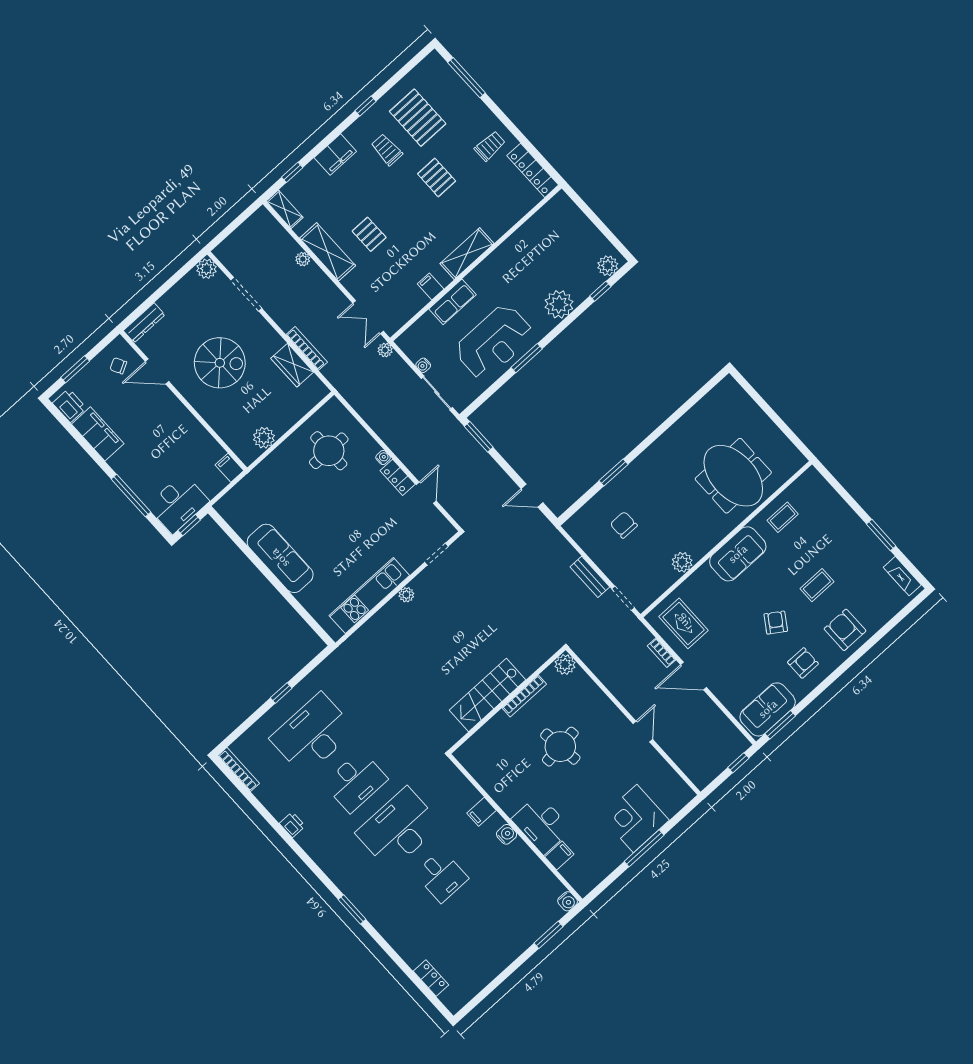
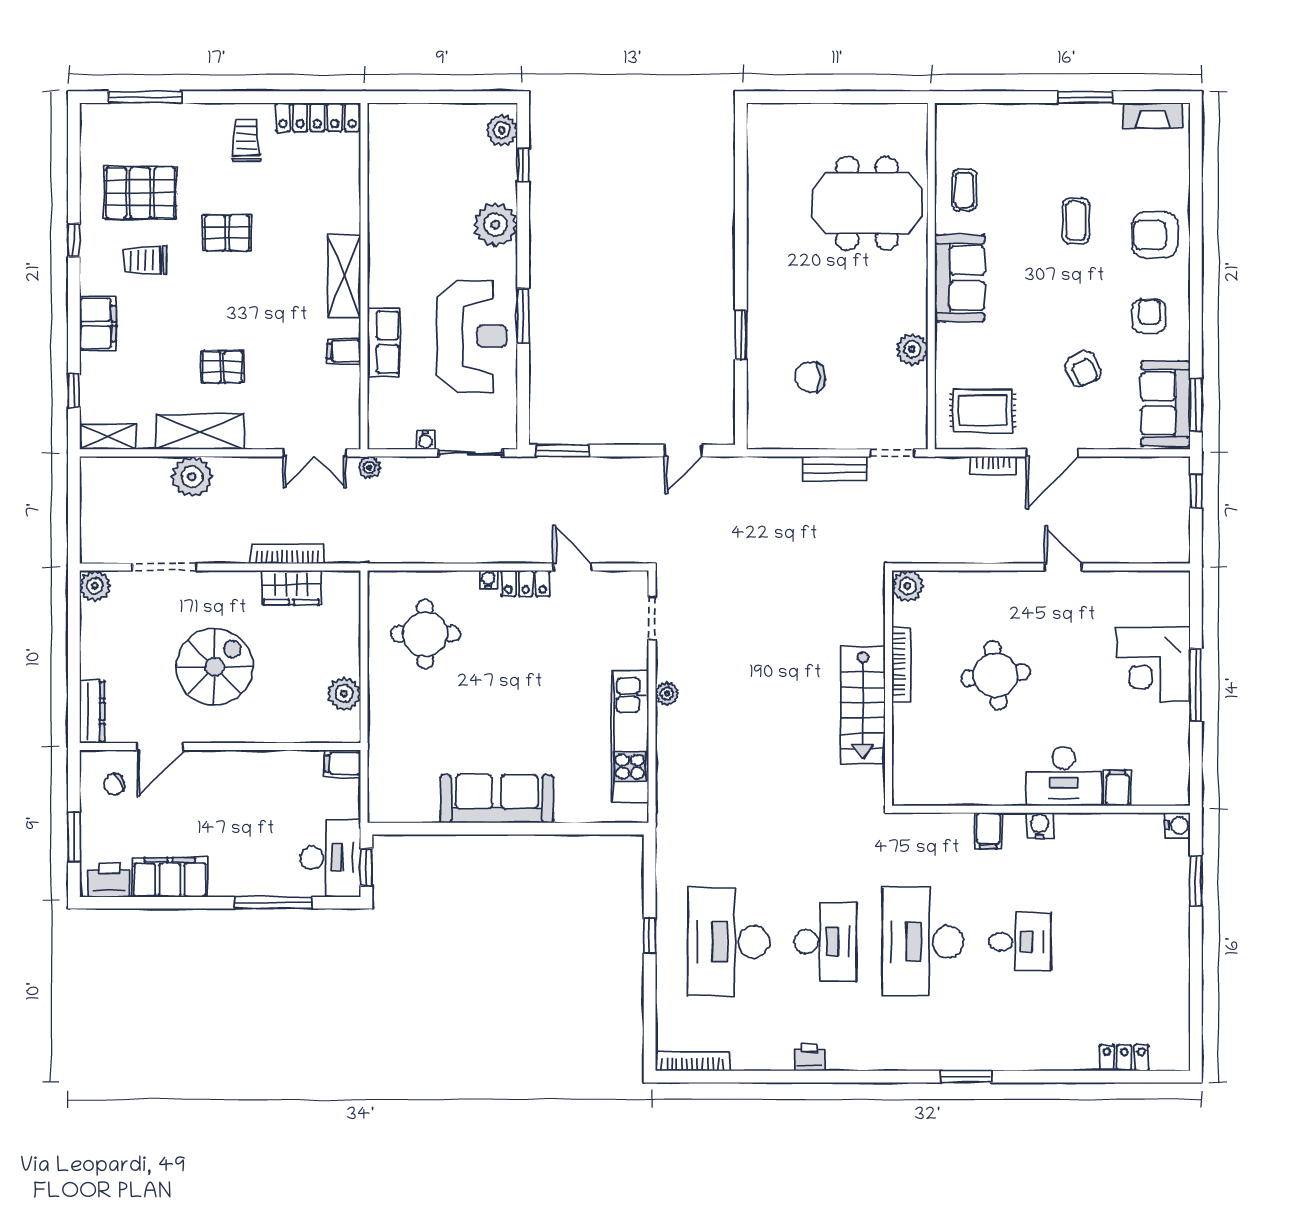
plant: (303, 259) -> (192, 477), width x1.88, depth x1.88
armchair: (776, 623) -> (1083, 369), moved, turned -148

